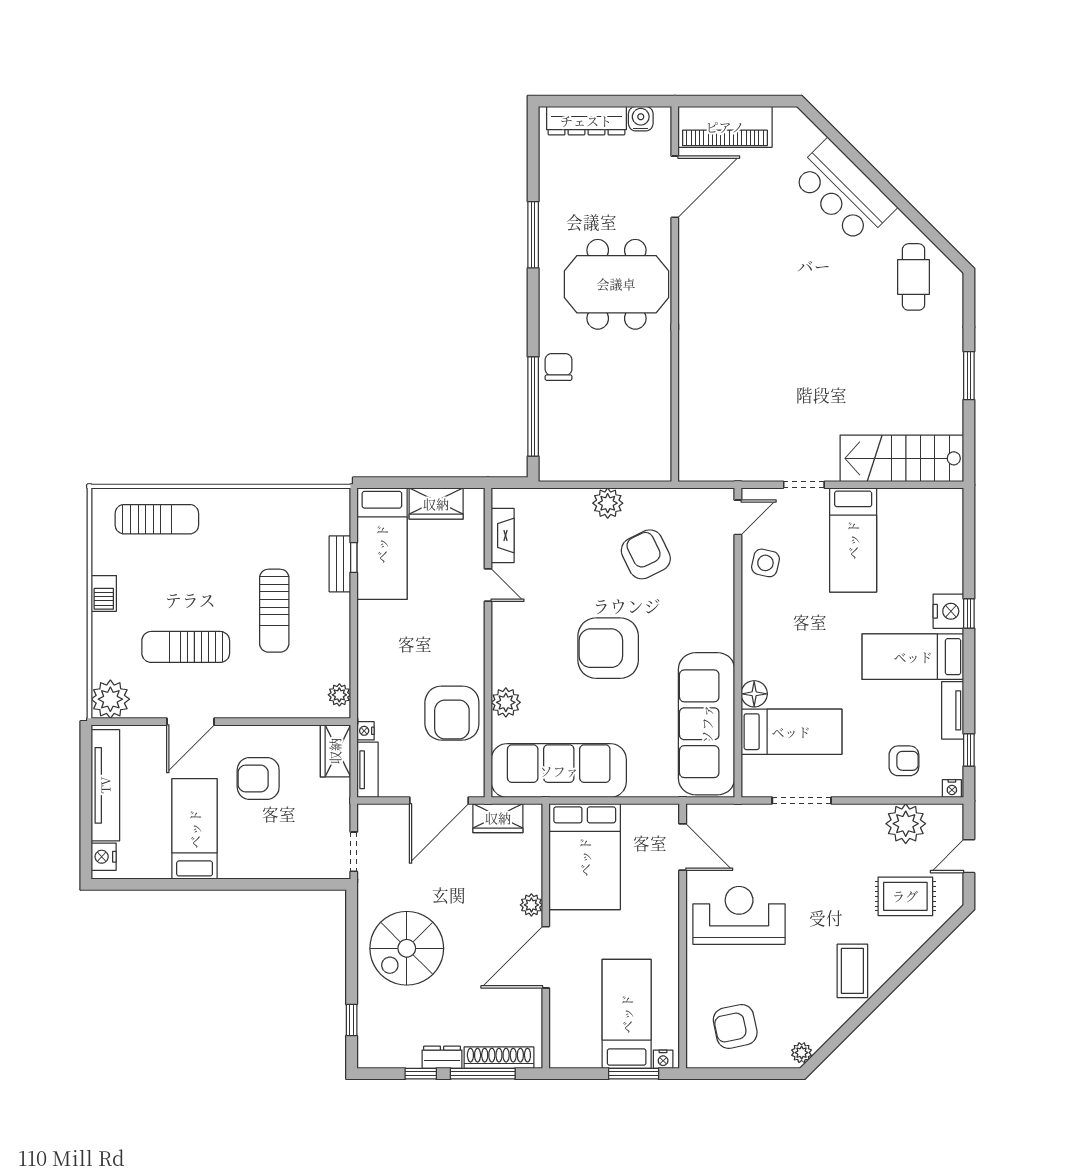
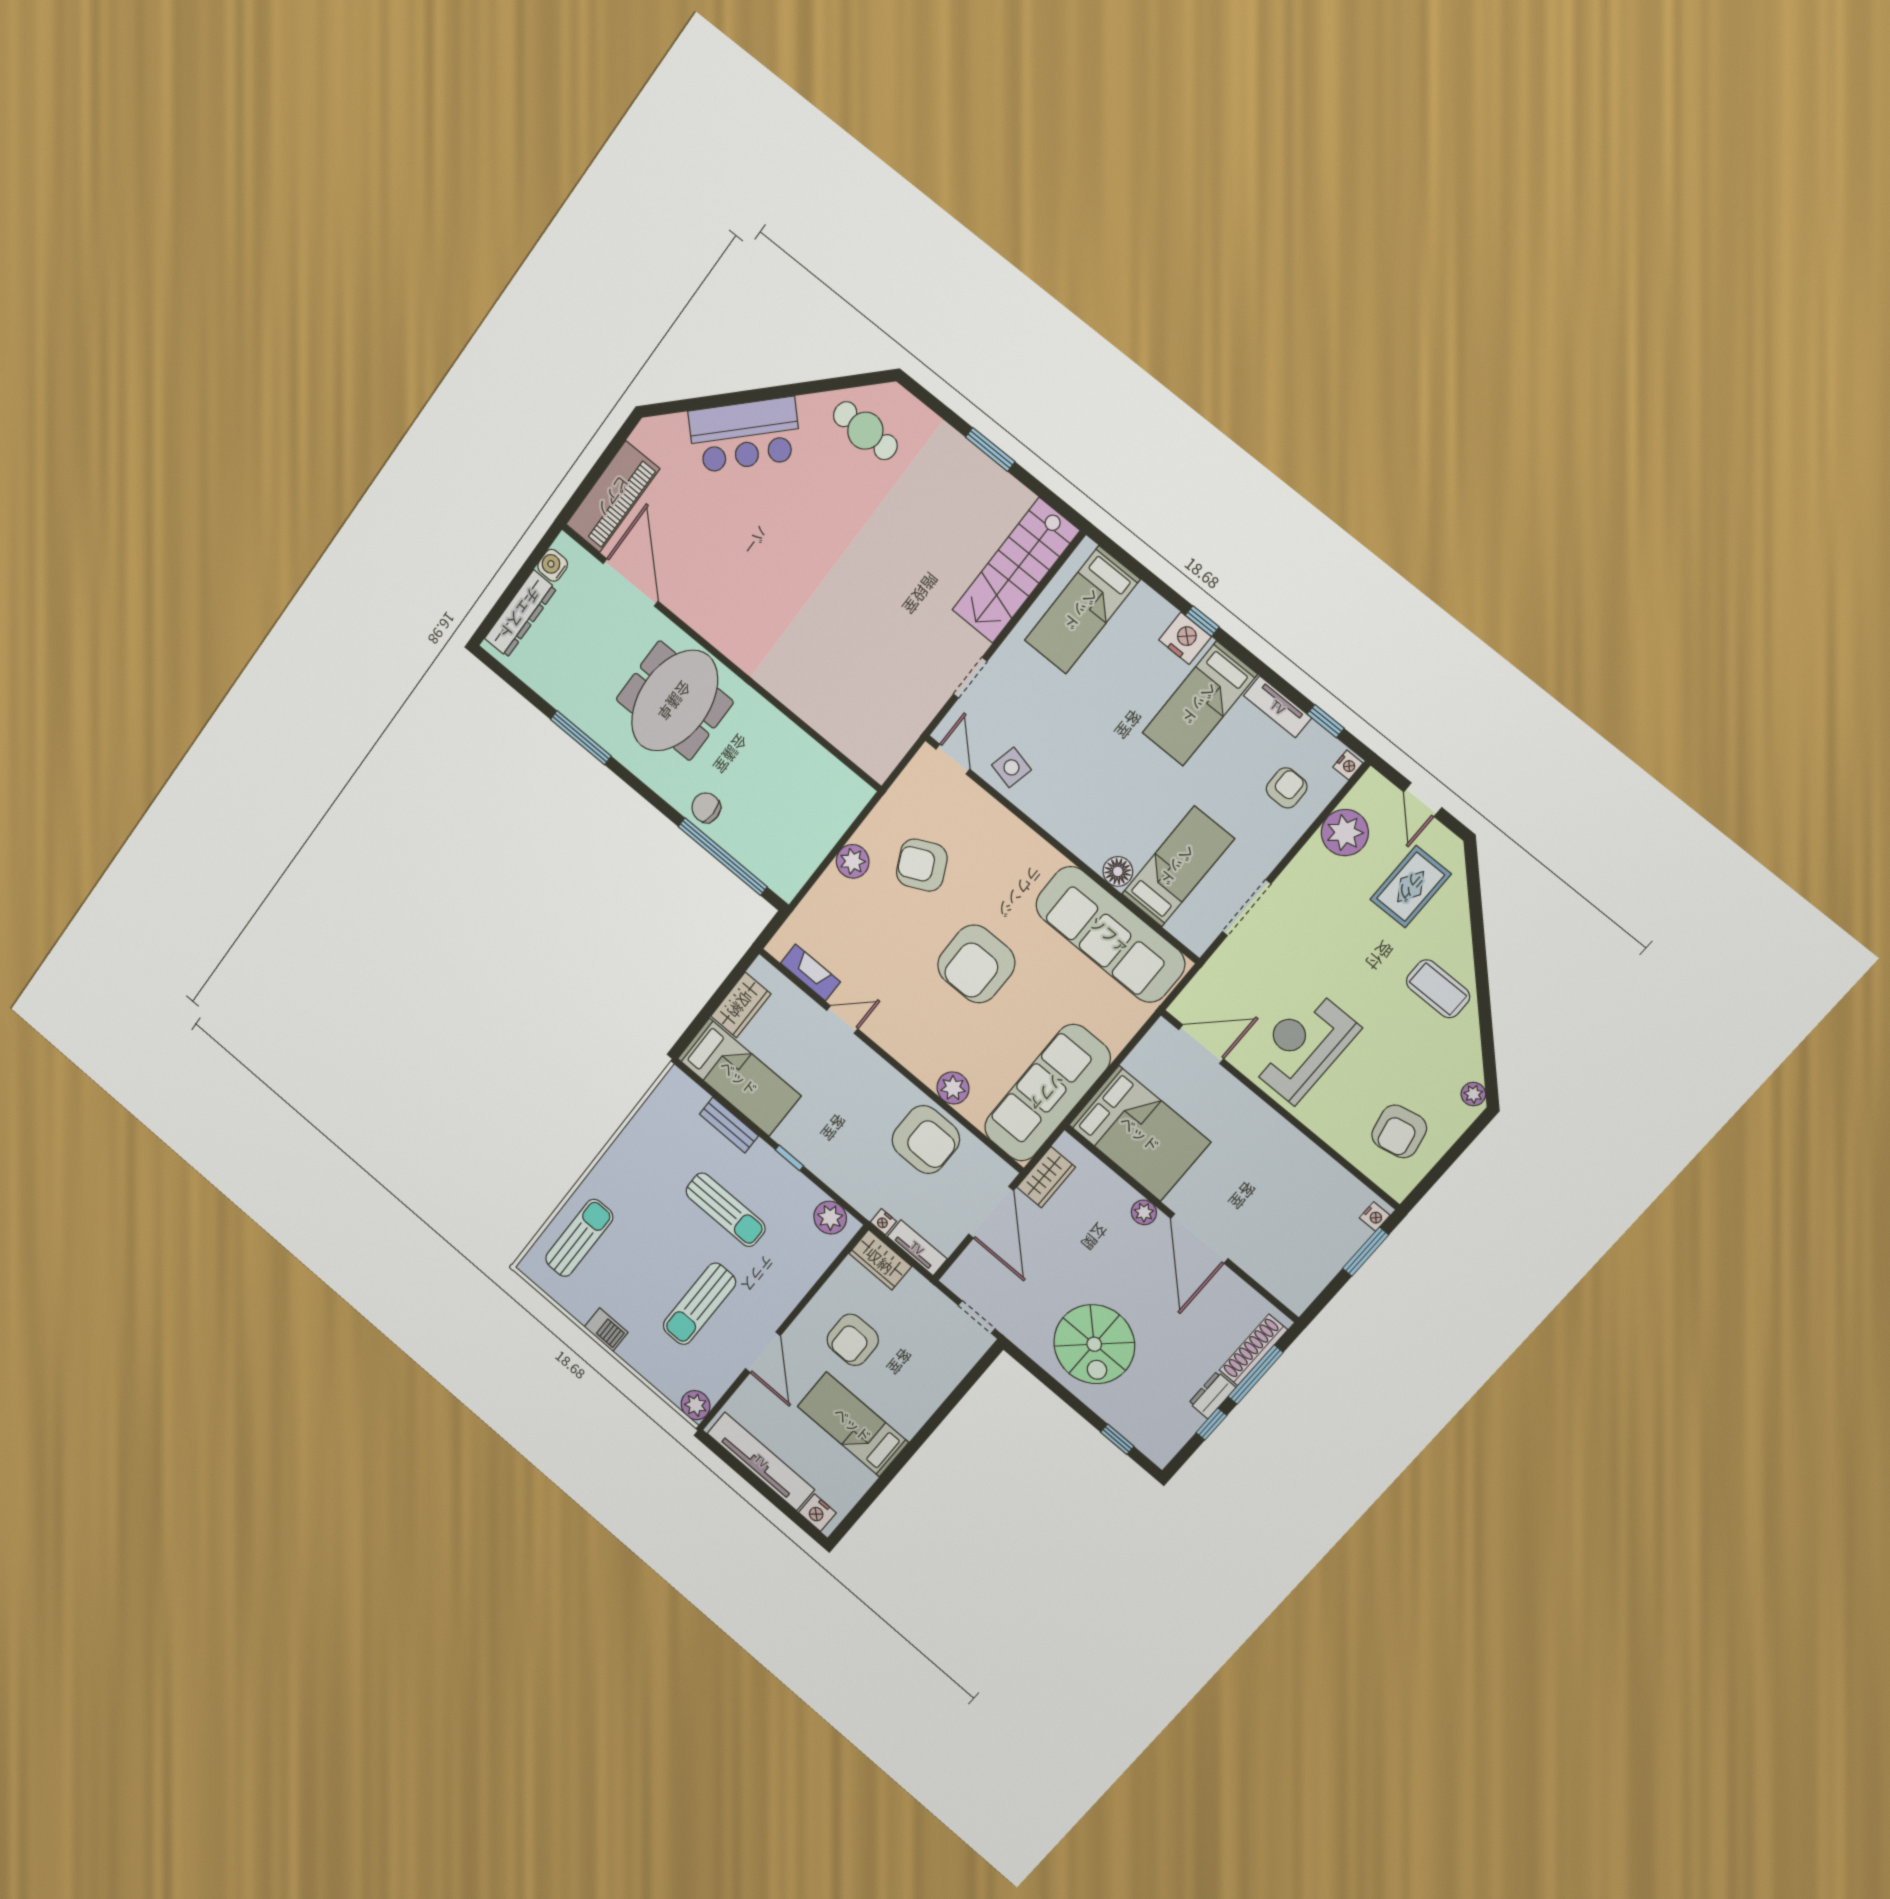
bed: (853, 540) -> (1082, 610), moved, turned 90
window: (354, 558) -> (789, 1158), moved
plant: (339, 695) -> (830, 1218), width x1.38, depth x1.38
plant: (110, 699) -> (696, 1405), width x0.73, depth x0.73
bed: (627, 1014) -> (1307, 1213), removed

